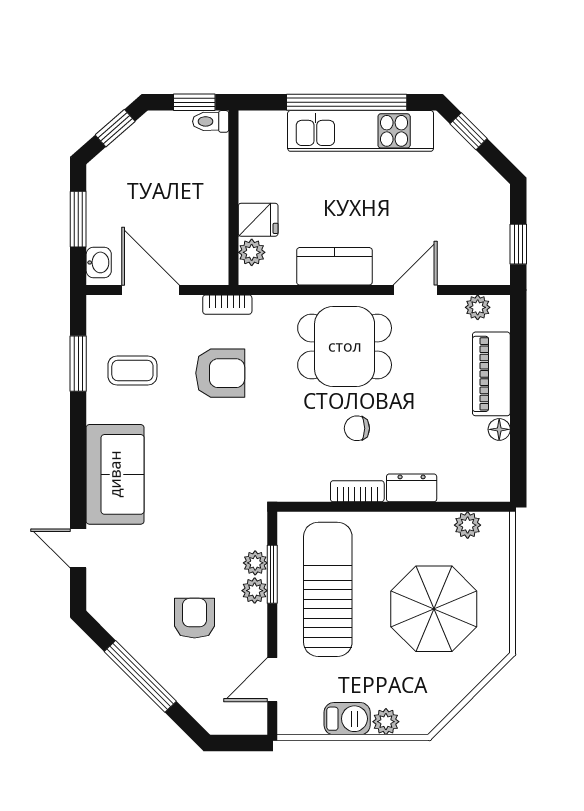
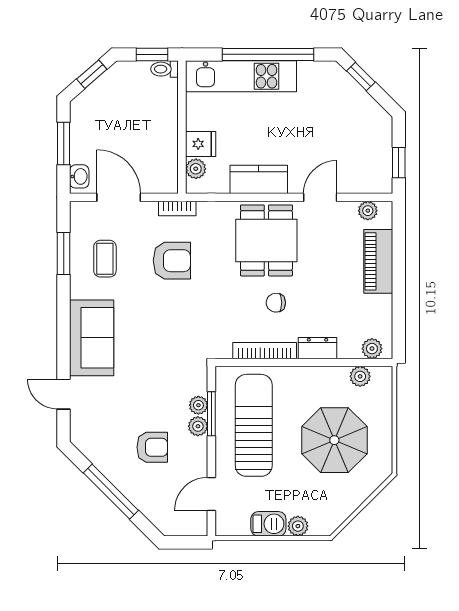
kitchen unit: (361, 131) -> (241, 76), moved
dining table: (345, 346) -> (266, 240), turned 90
coffee table: (132, 370) -> (105, 259), turned 90
floor lamp: (499, 429) -> (384, 304), removed
plant: (483, 489) -> (372, 349), added
bookcase: (357, 491) -> (265, 351), width x1.56
armchair: (195, 618) -> (152, 447), turned 90

